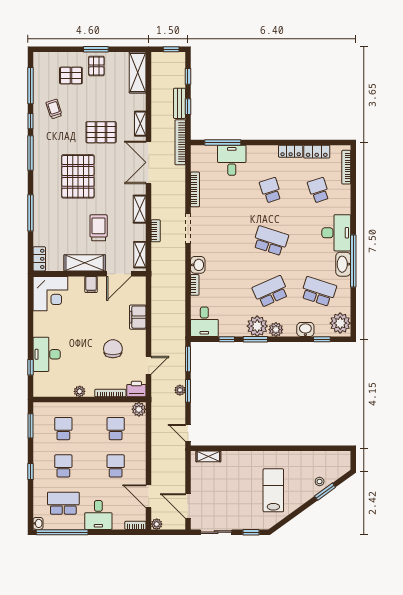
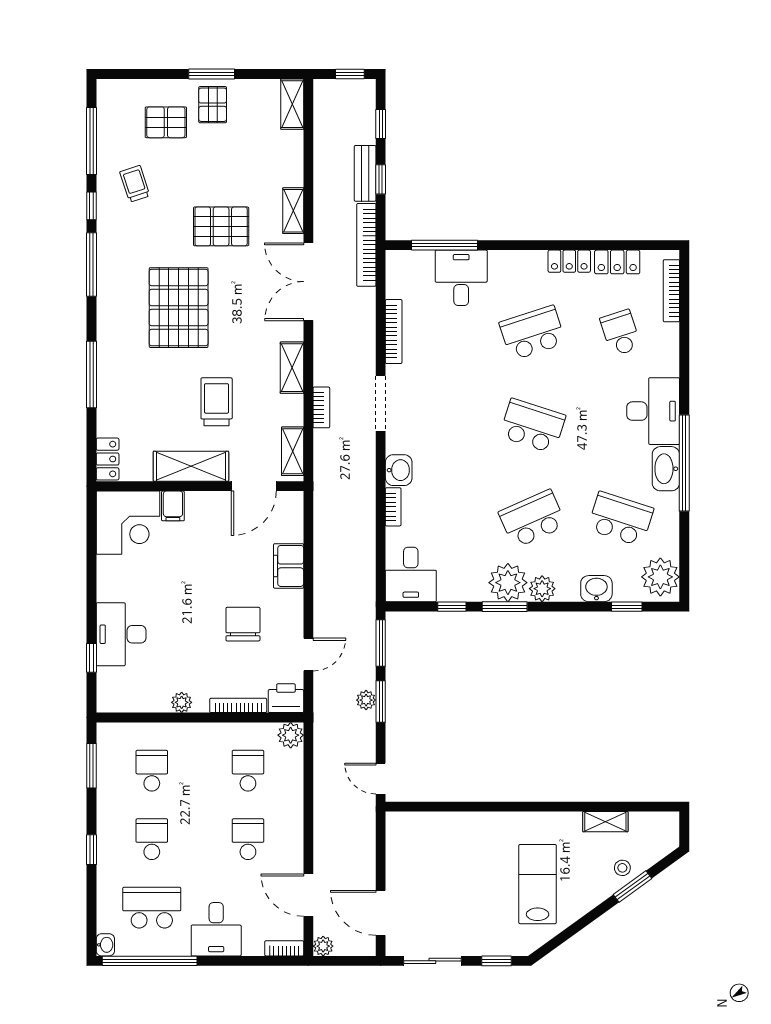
shelving: (138, 72) -> (292, 104), width x0.67, depth x0.75
school desk: (271, 190) -> (532, 333), width x1.85
filing cabinet: (91, 284) -> (173, 506), moved
shelving: (208, 456) -> (605, 822), moved

